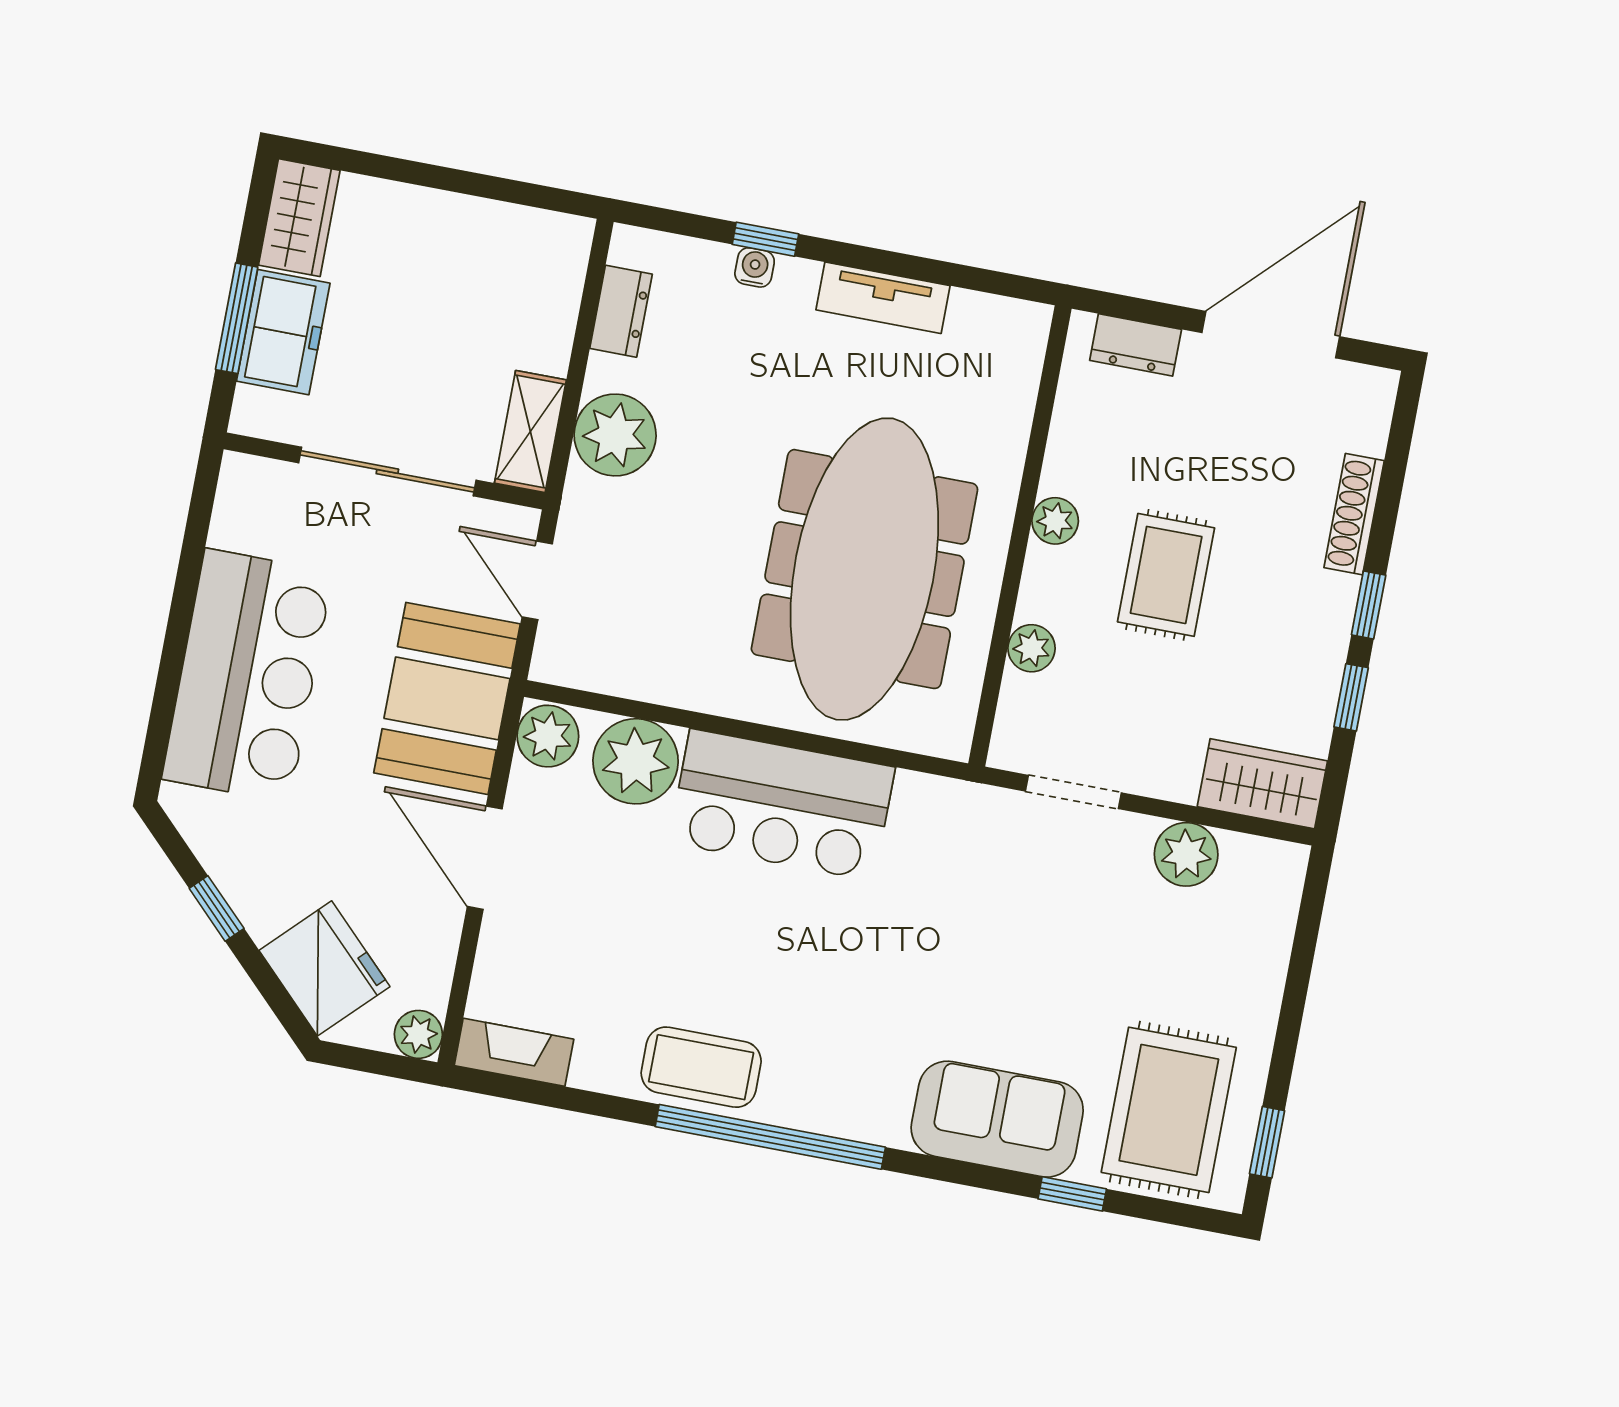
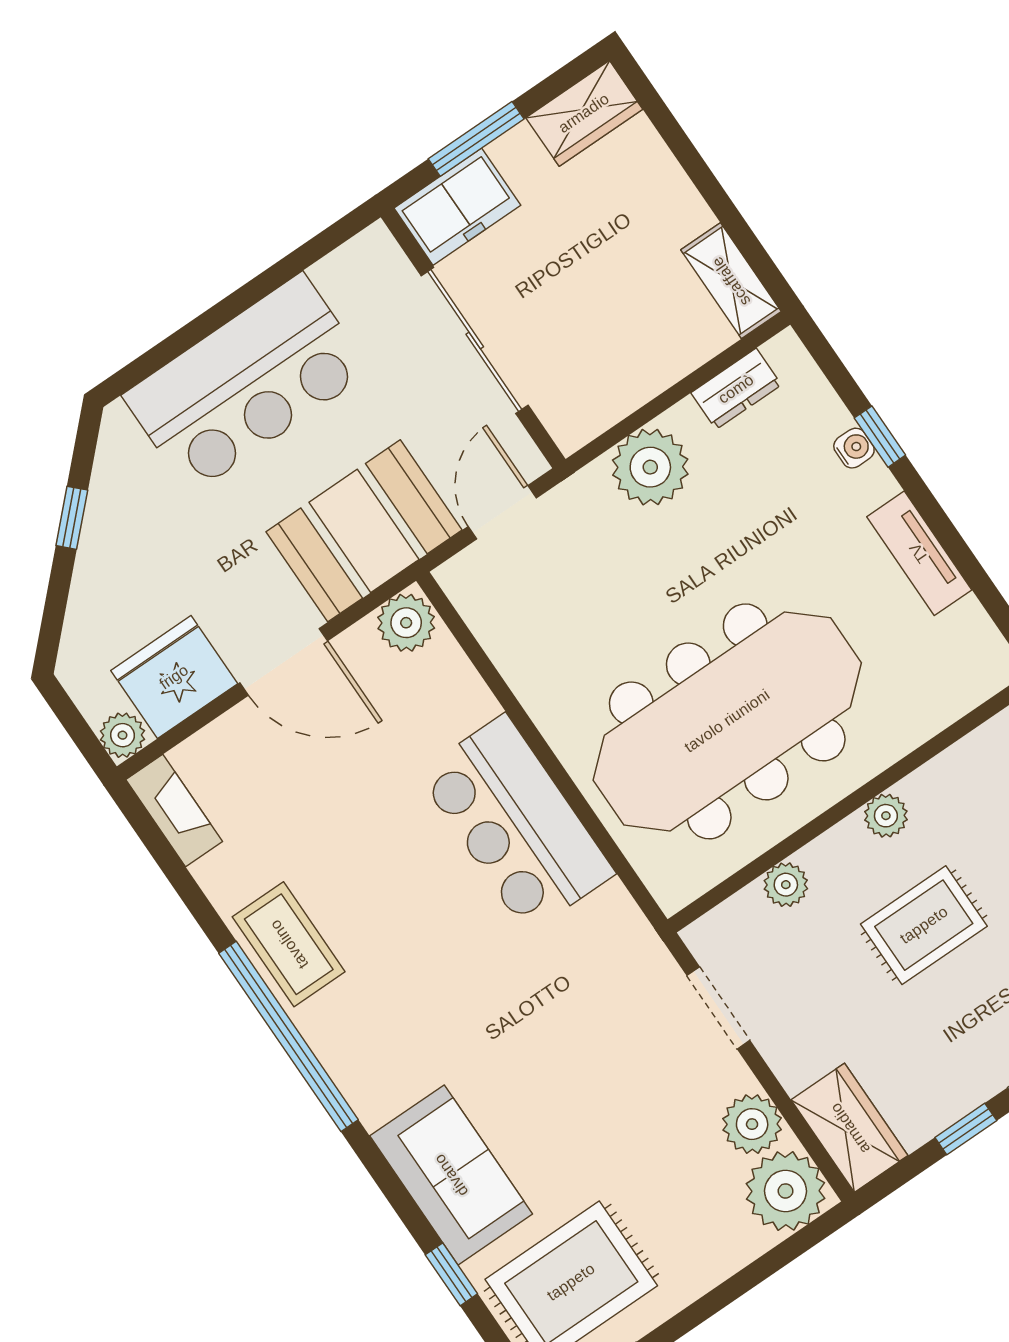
freezer: (283, 332) -> (457, 207), moved
shelving: (530, 431) -> (731, 281), moved, turned 90
plant: (636, 761) -> (786, 1191), moved
door: (485, 858) -> (284, 662), swing flipped
fridge: (325, 968) -> (174, 677), moved, turned -135

